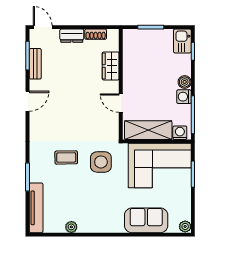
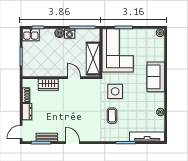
door: (121, 103) -> (74, 78), swing flipped
washing machine: (180, 133) -> (95, 36), removed
sofa: (146, 220) -> (156, 77), moved

